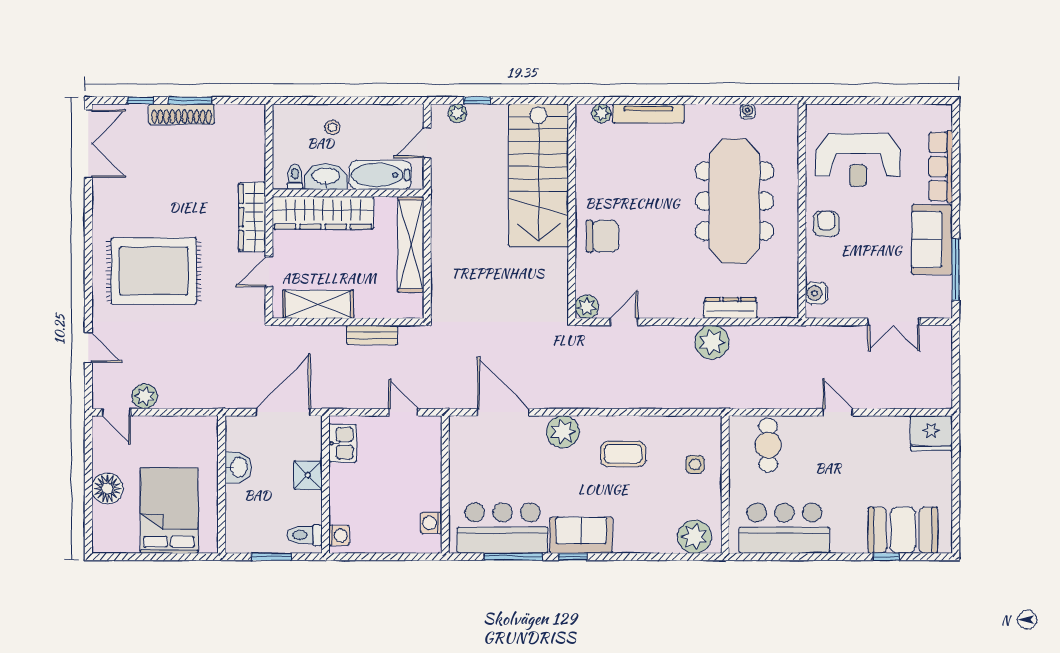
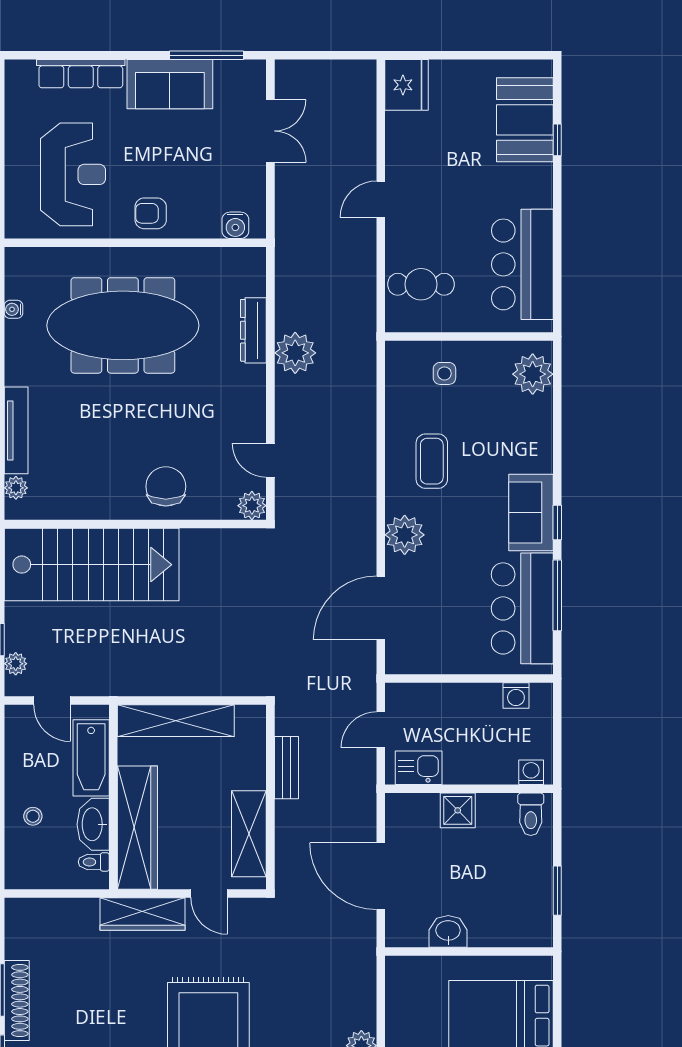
kitchen sink: (343, 443) -> (419, 768), moved
shower: (308, 475) -> (458, 810), moved
wall: (326, 484) -> (469, 789), moved
toilet: (305, 535) -> (531, 814), moved
washing machine: (339, 535) -> (531, 772), moved

